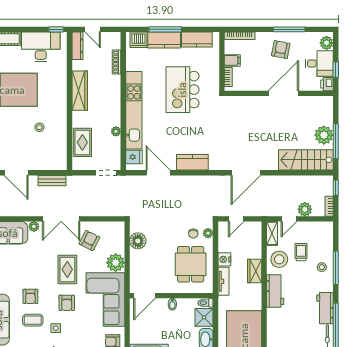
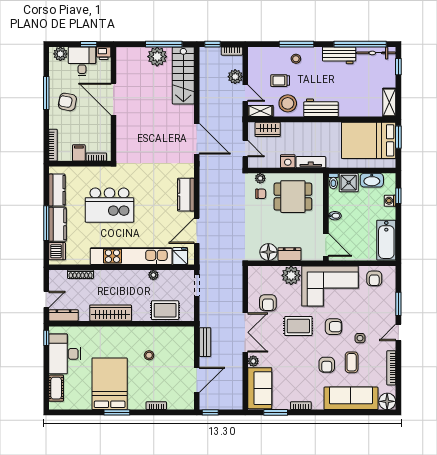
armchair: (89, 241) -> (268, 303), turned -117
dresser: (136, 261) -> (289, 254), added
wardrobe: (255, 271) -> (268, 129), moved
armchair: (30, 296) -> (327, 365), turned 90

